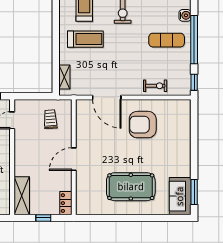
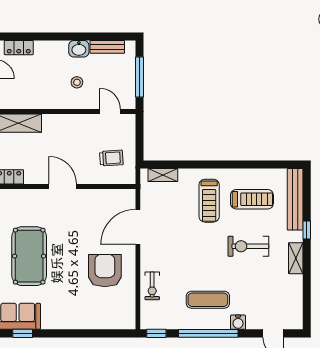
exercise mat: (167, 40) -> (208, 300), turned 90
window: (194, 192) -> (23, 333), width x0.67

